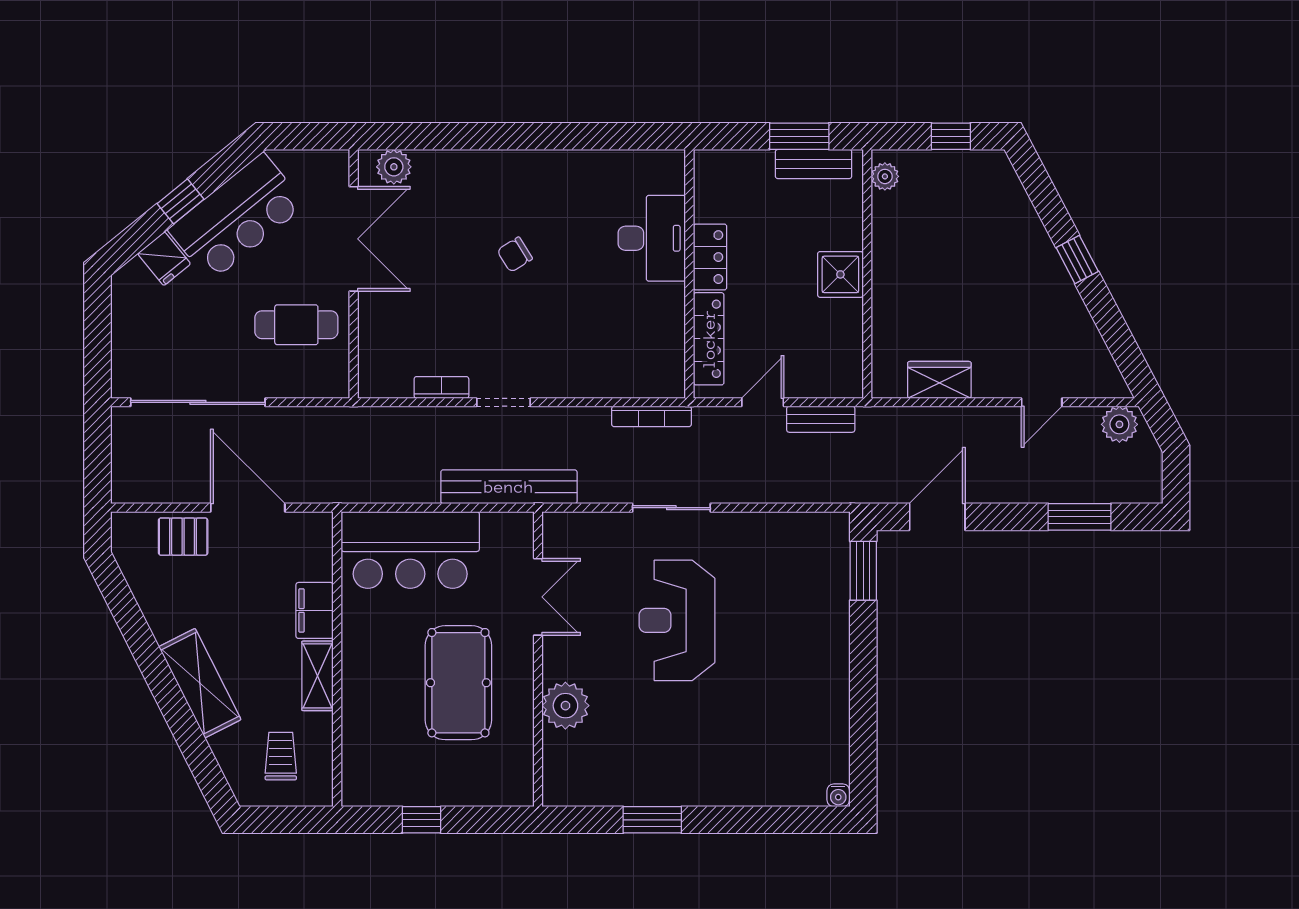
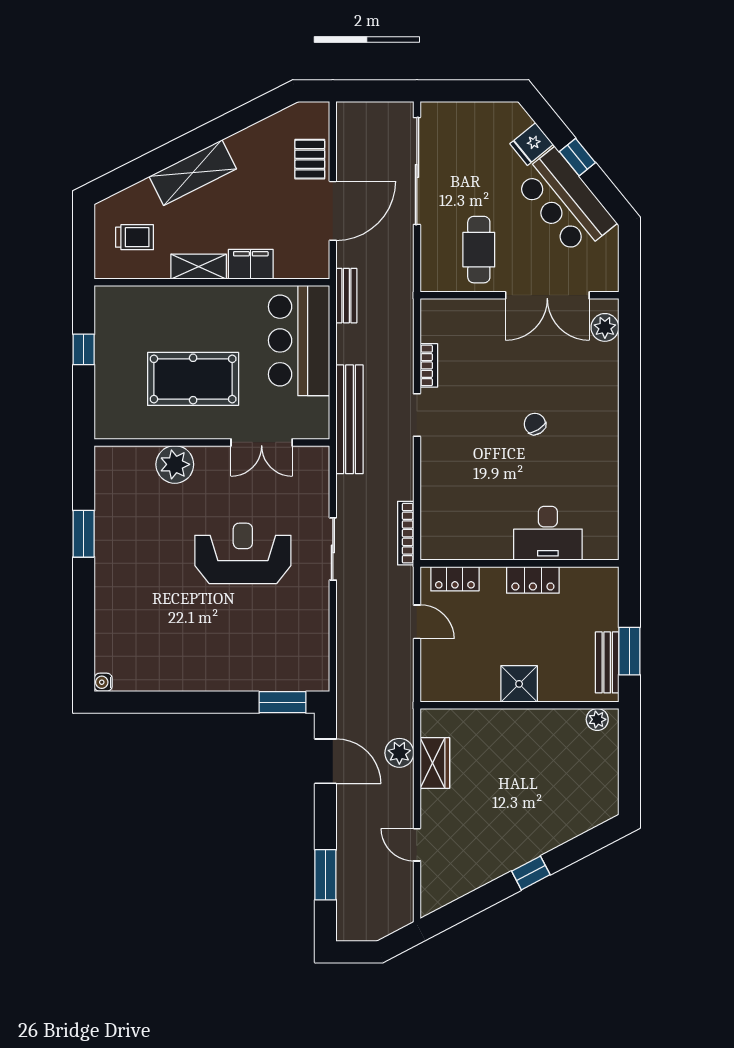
window: (951, 136) -> (629, 772), removed
locker: (709, 339) -> (455, 579), width x0.66
bench: (821, 419) -> (346, 296), moved
plant: (1119, 424) -> (399, 753), moved

